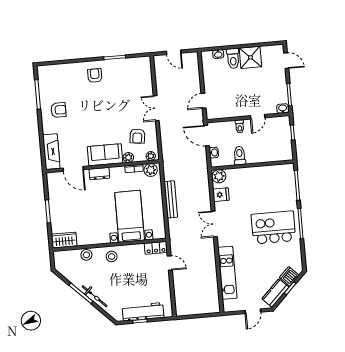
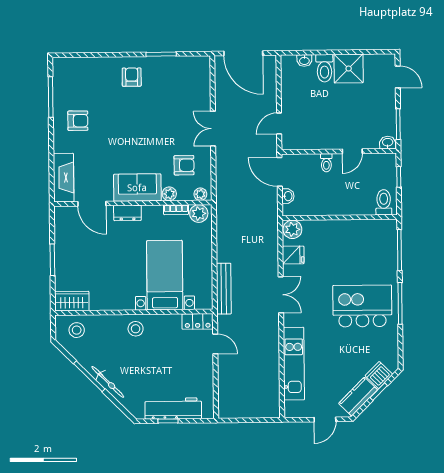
door: (174, 52) -> (243, 53), width x1.87
armchair: (137, 136) -> (184, 165), turned -97
toilet: (240, 156) -> (384, 202), moved
bench: (171, 199) -> (224, 289), moved
double door: (214, 224) -> (281, 295), swing flipped
stool: (86, 255) -> (77, 330), moved

